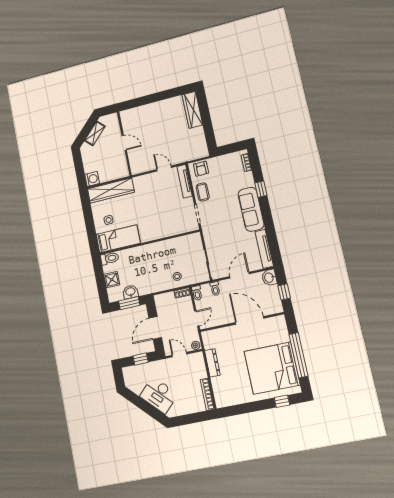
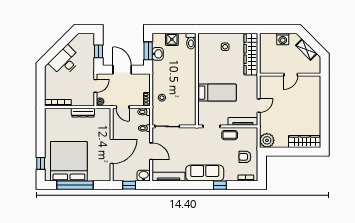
plant: (200, 150) -> (267, 140), added
armchair: (201, 169) -> (245, 157), moved
washing machine: (92, 179) -> (283, 39), moved
bed: (118, 239) -> (217, 93), moved, turned -90

